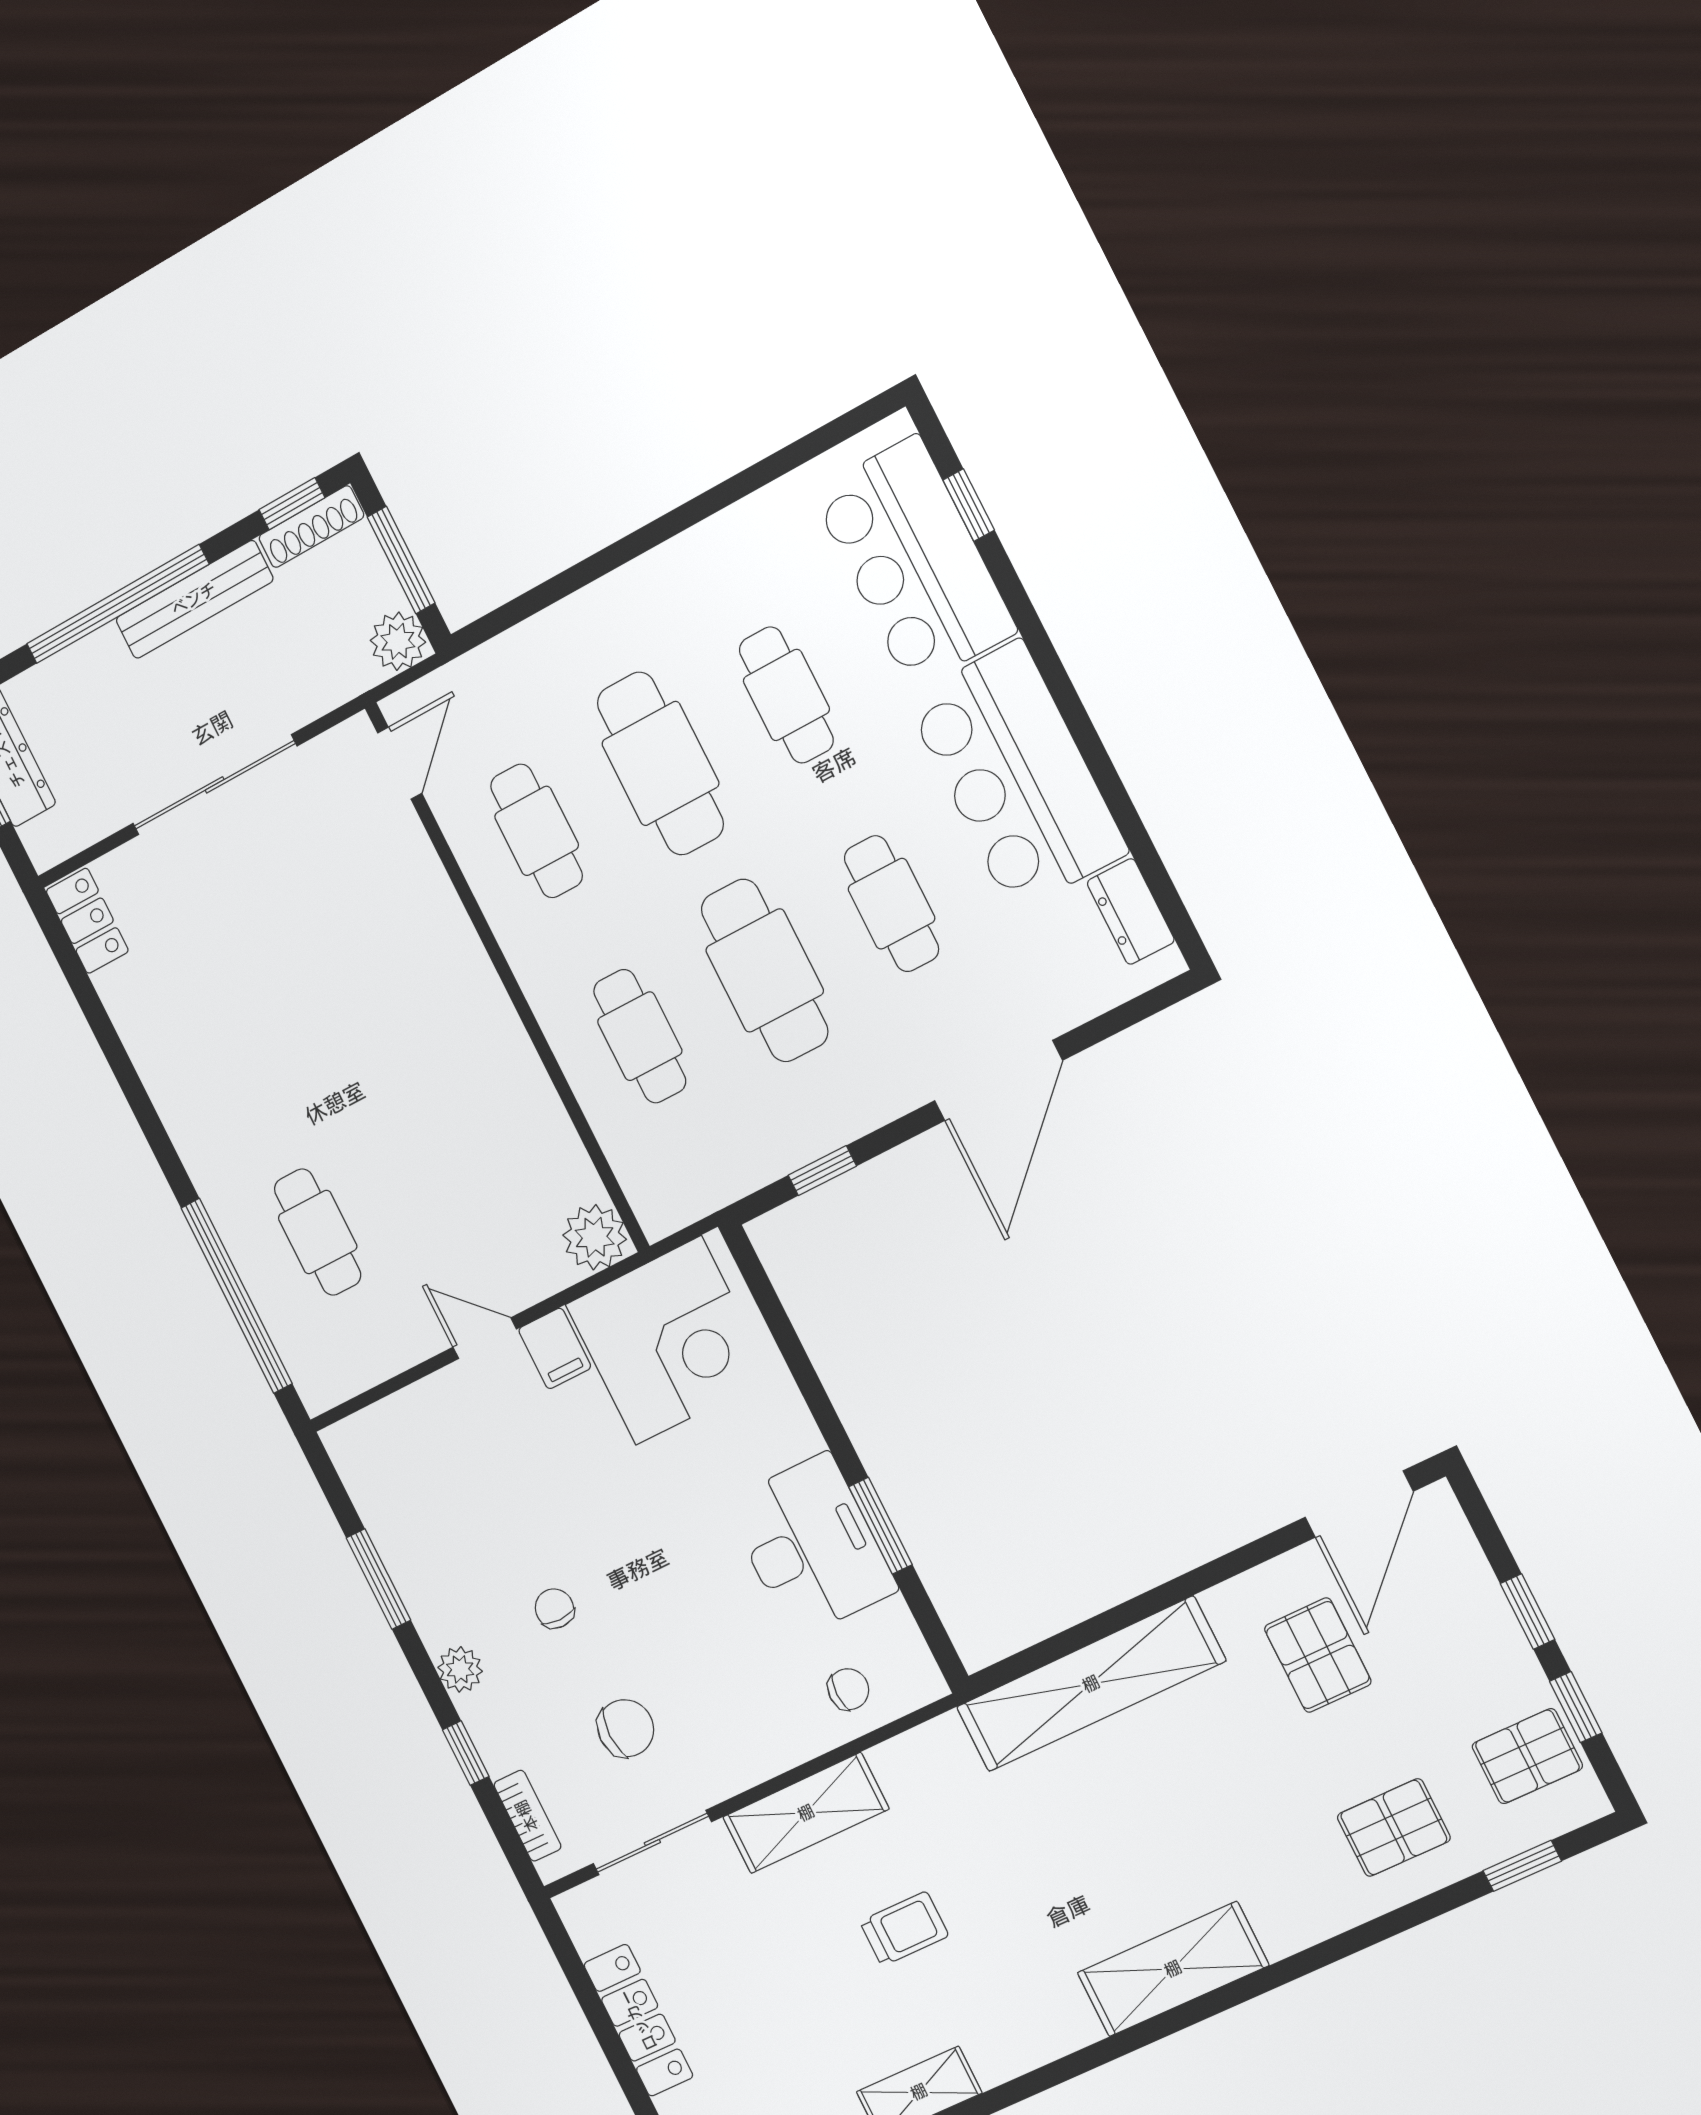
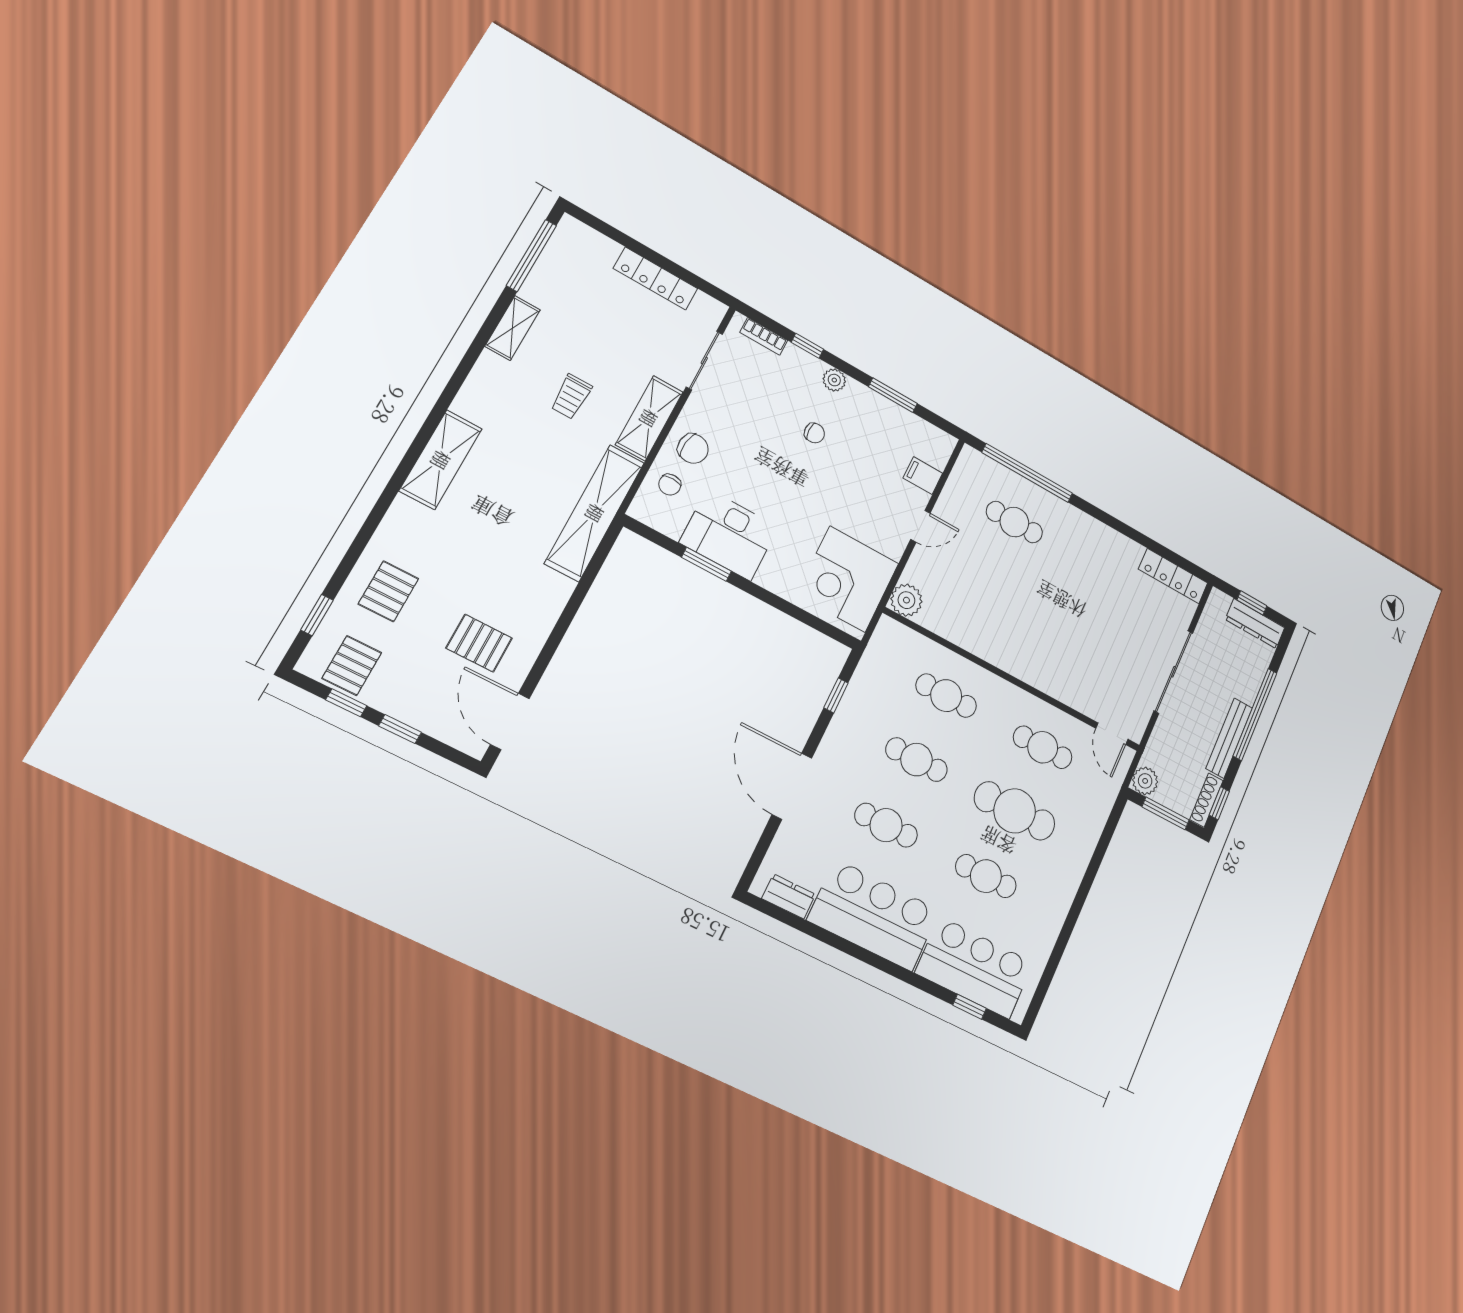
locker: (87, 921) -> (1173, 576), width x1.53
cafe table: (765, 970) -> (917, 760), width x0.73, depth x0.74
filing cabinet: (555, 1348) -> (923, 476), moved
shelving: (1091, 1684) -> (595, 513), moved
chair: (626, 1728) -> (693, 449), moved, turned -83

